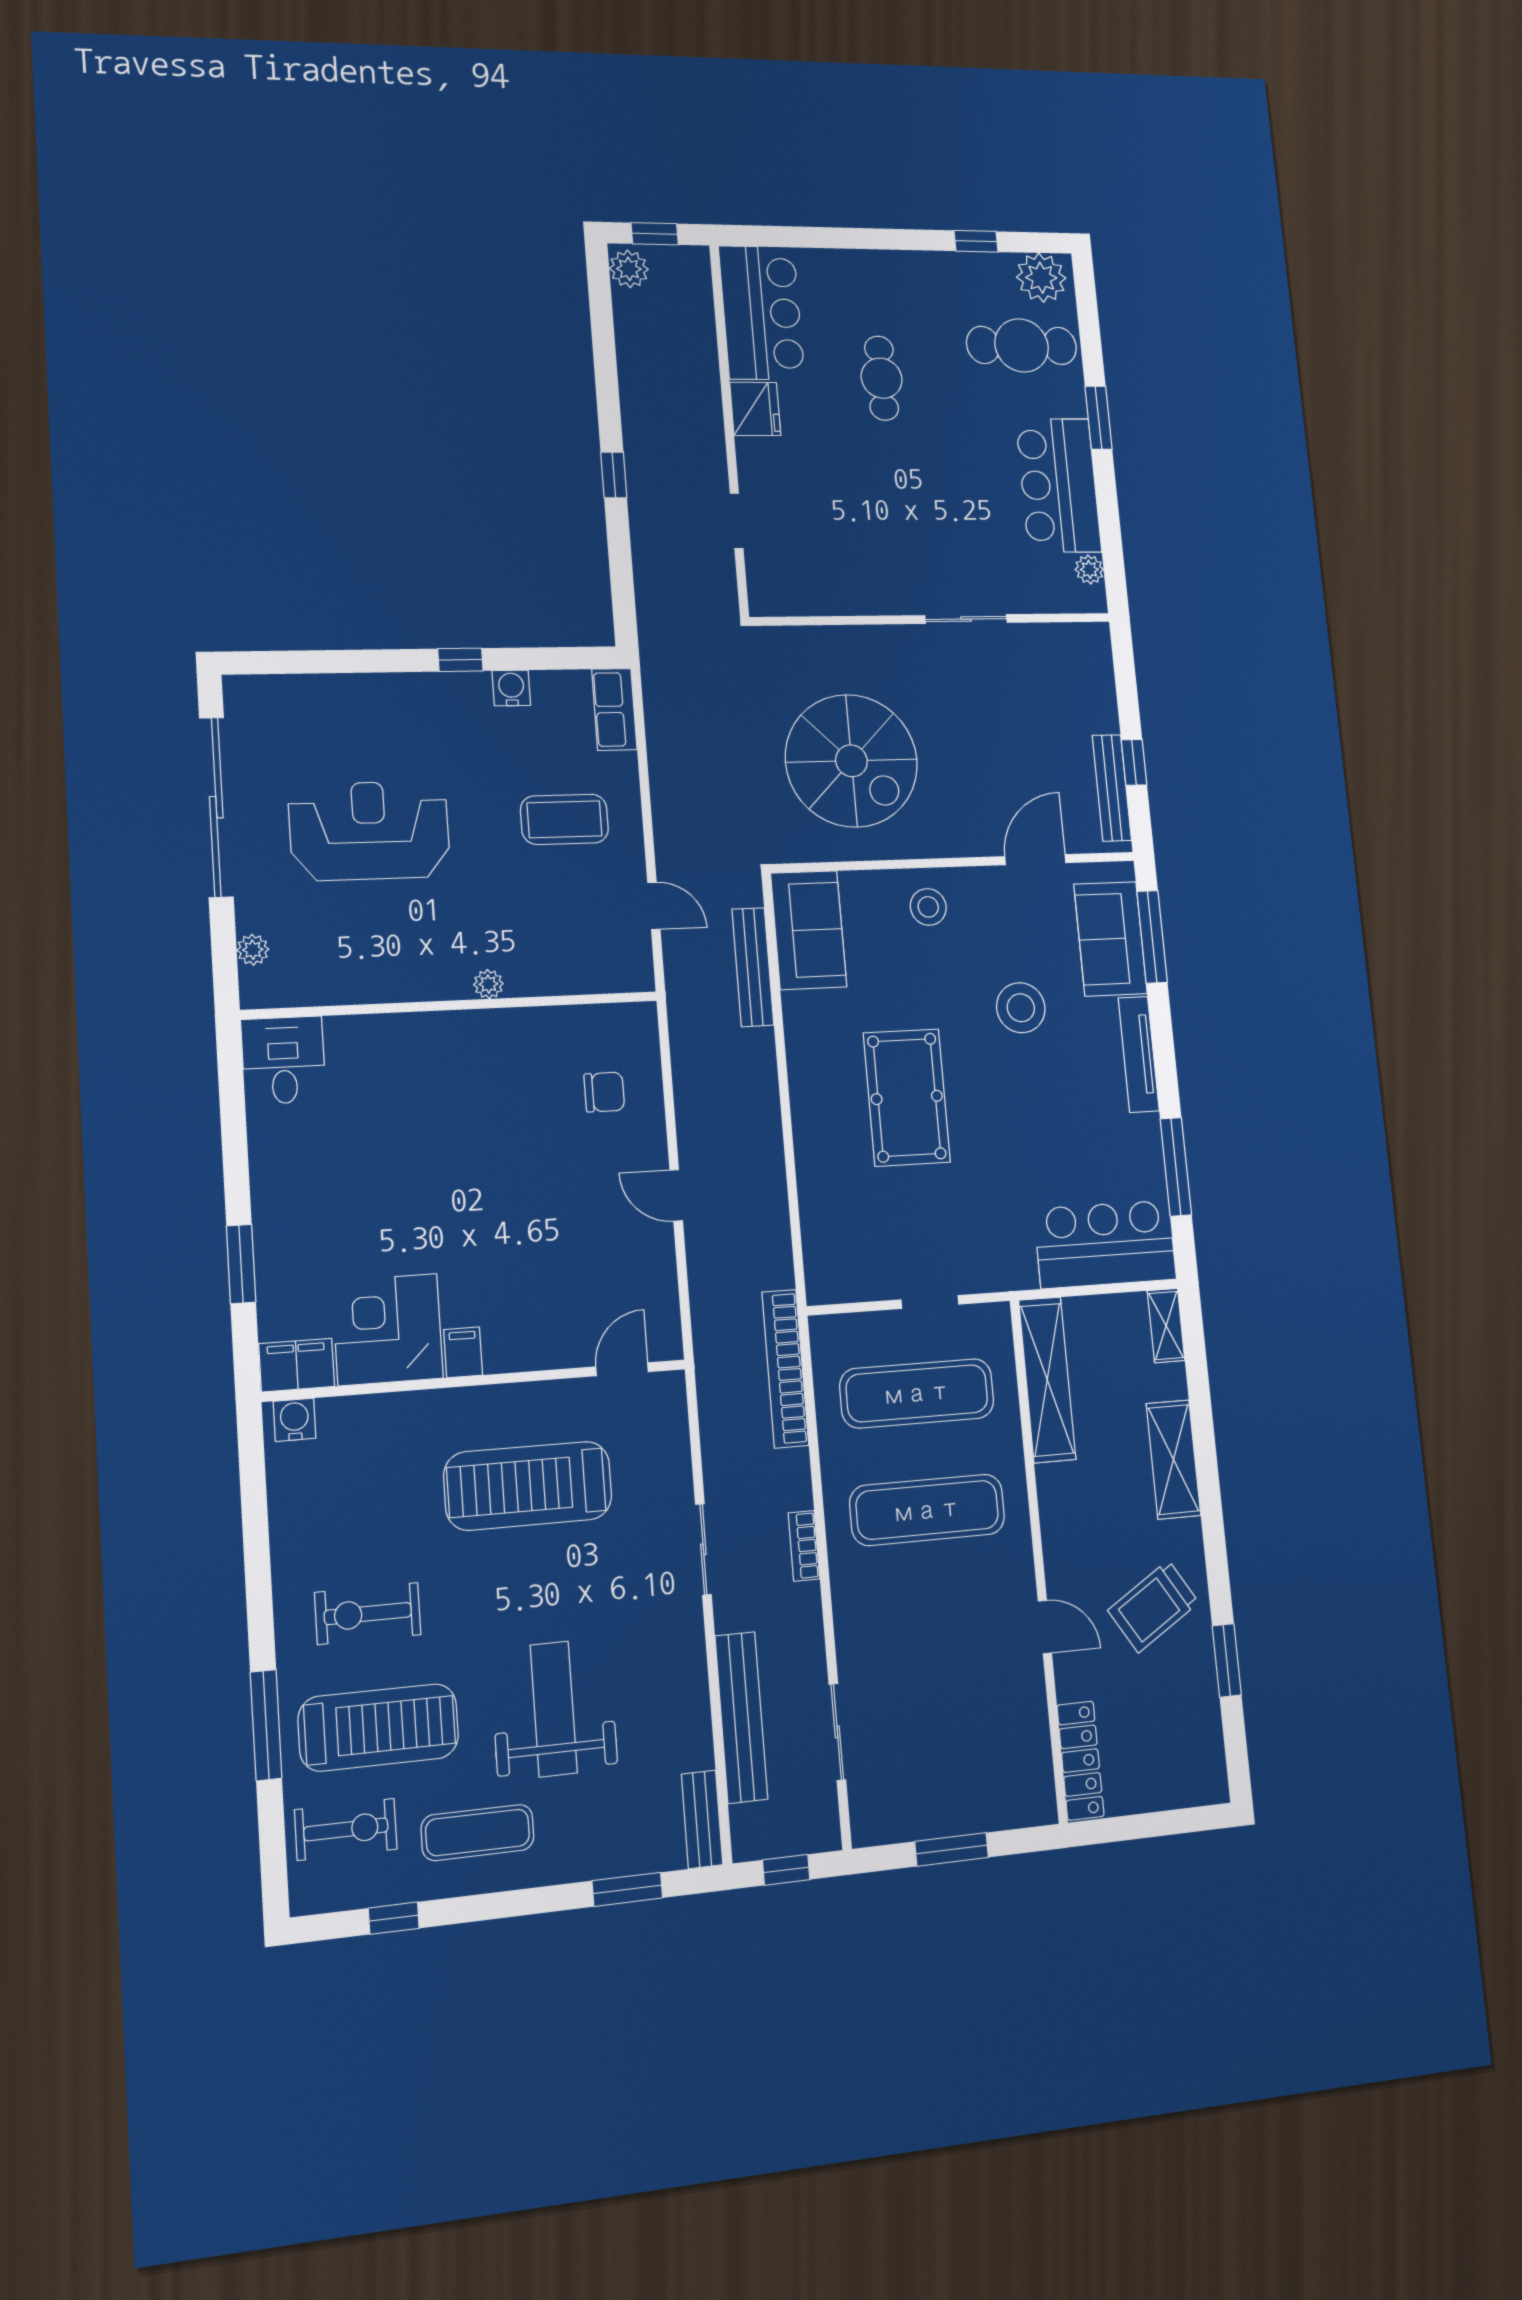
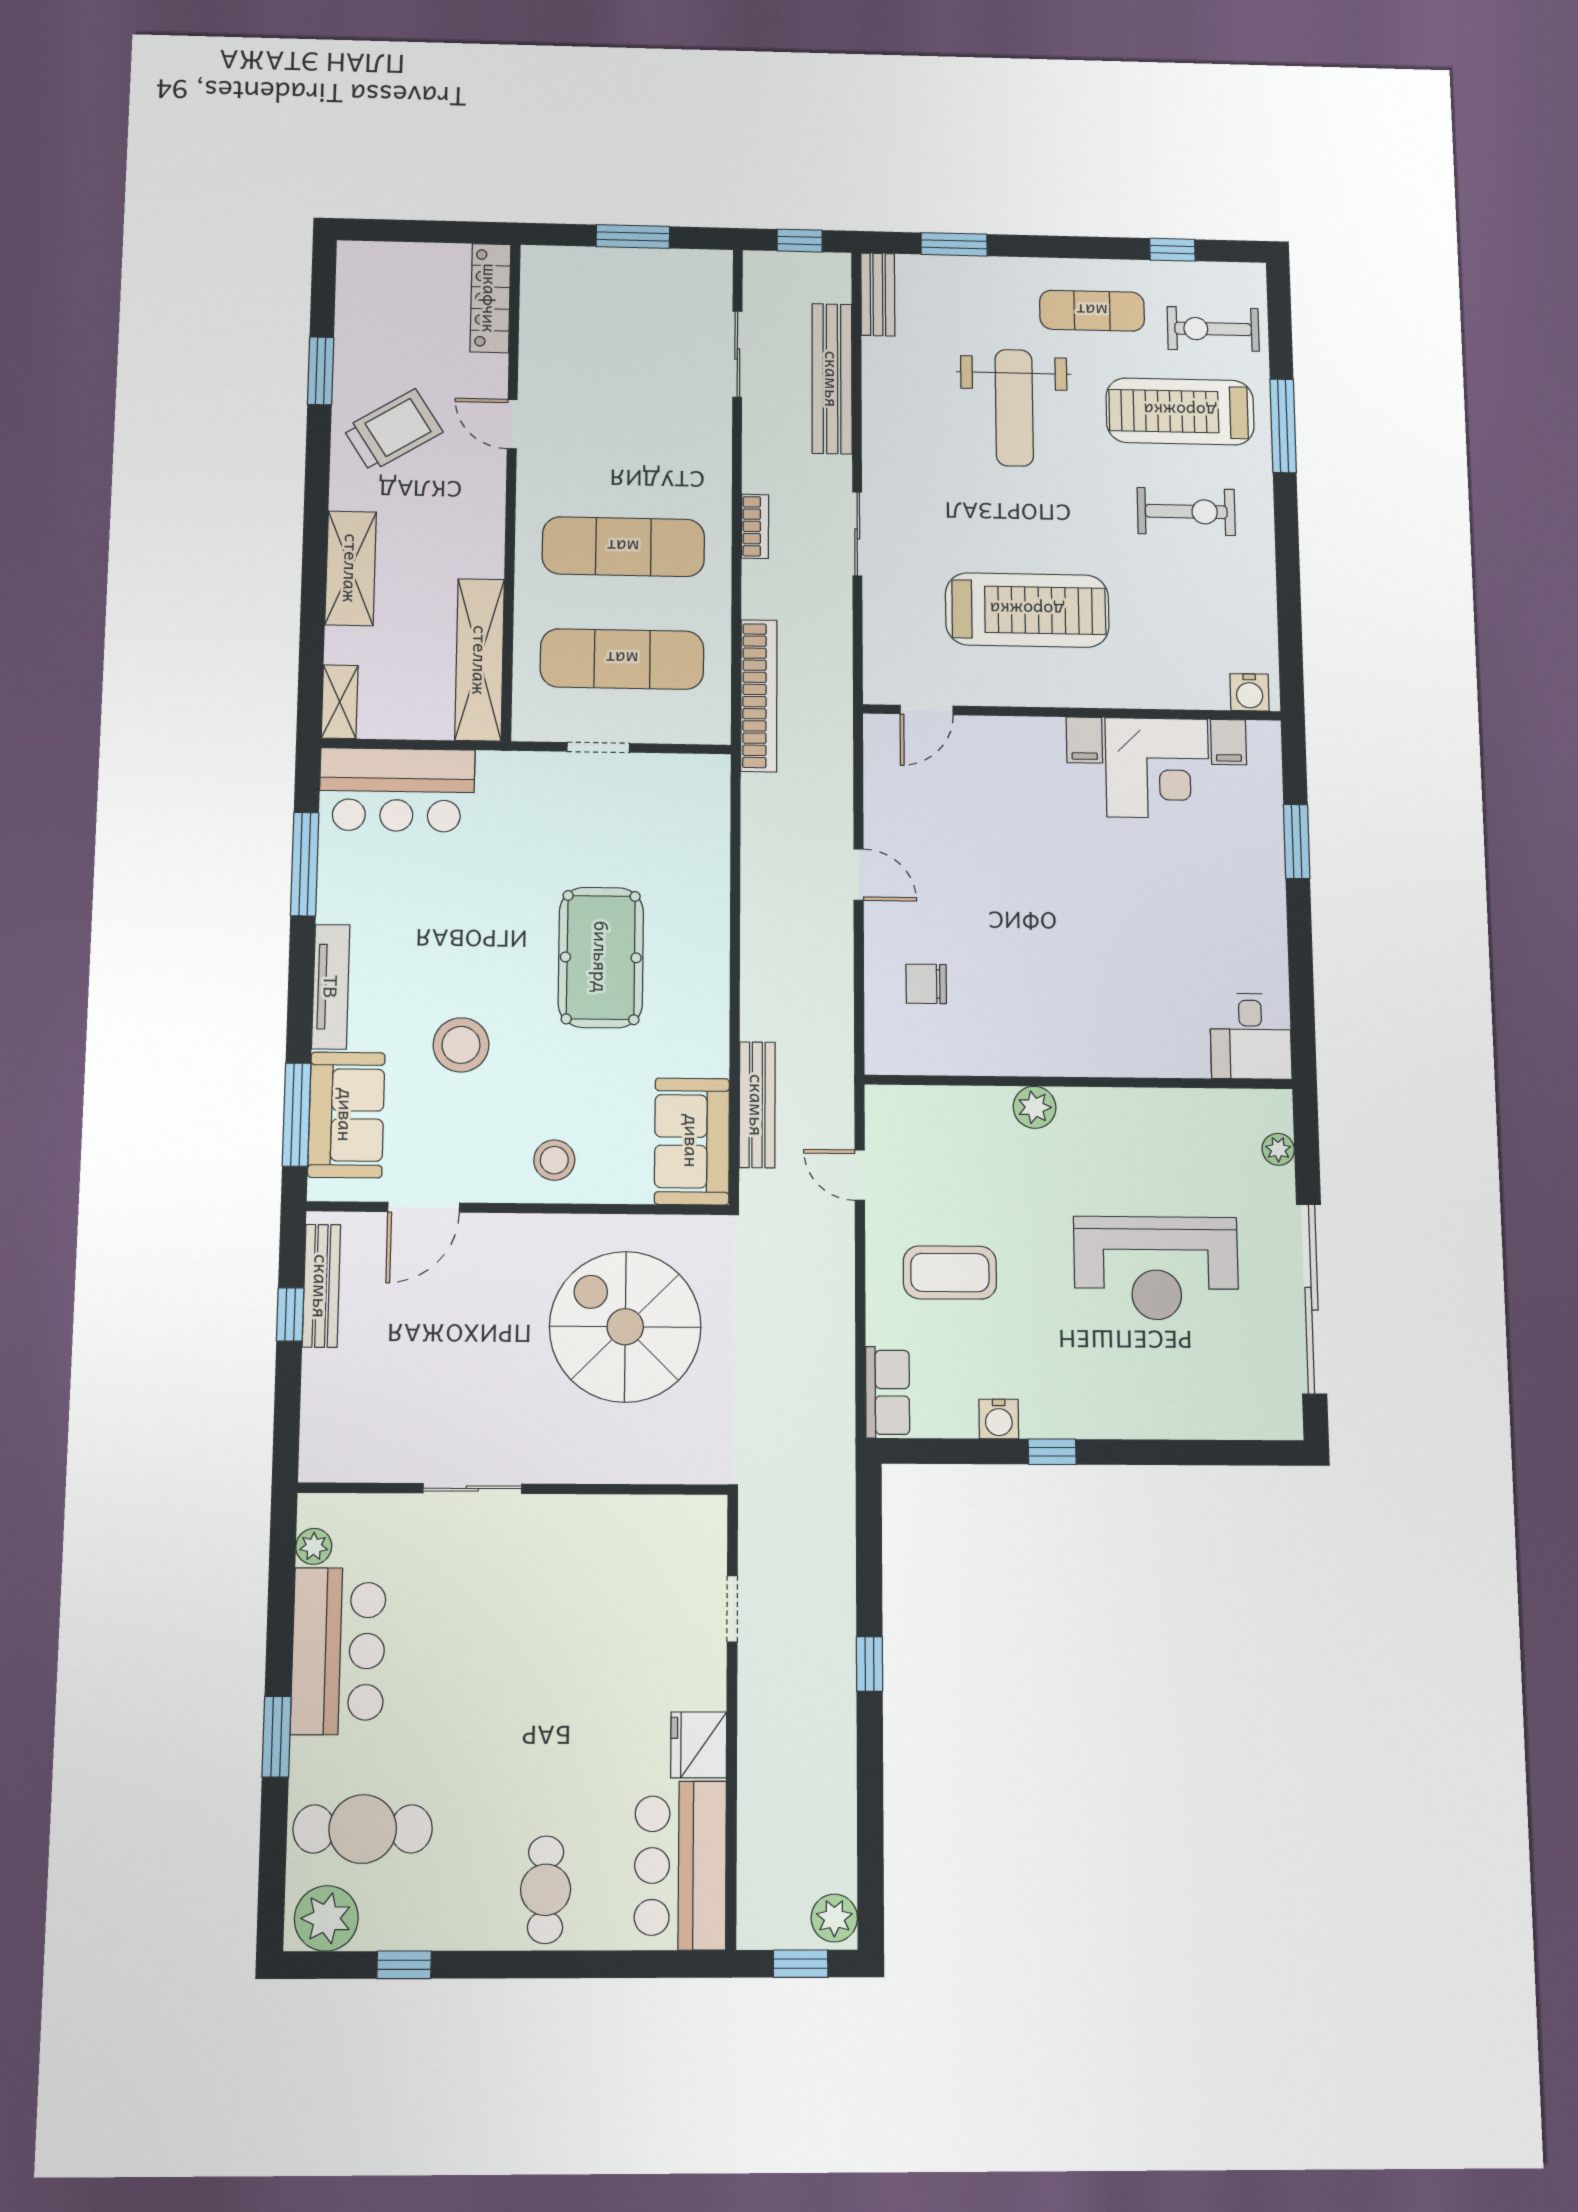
cafe table: (882, 378) -> (546, 1890), moved
plant: (488, 984) -> (1035, 1107), width x1.38, depth x1.38
filing cabinet: (297, 1365) -> (1229, 742), width x0.50

